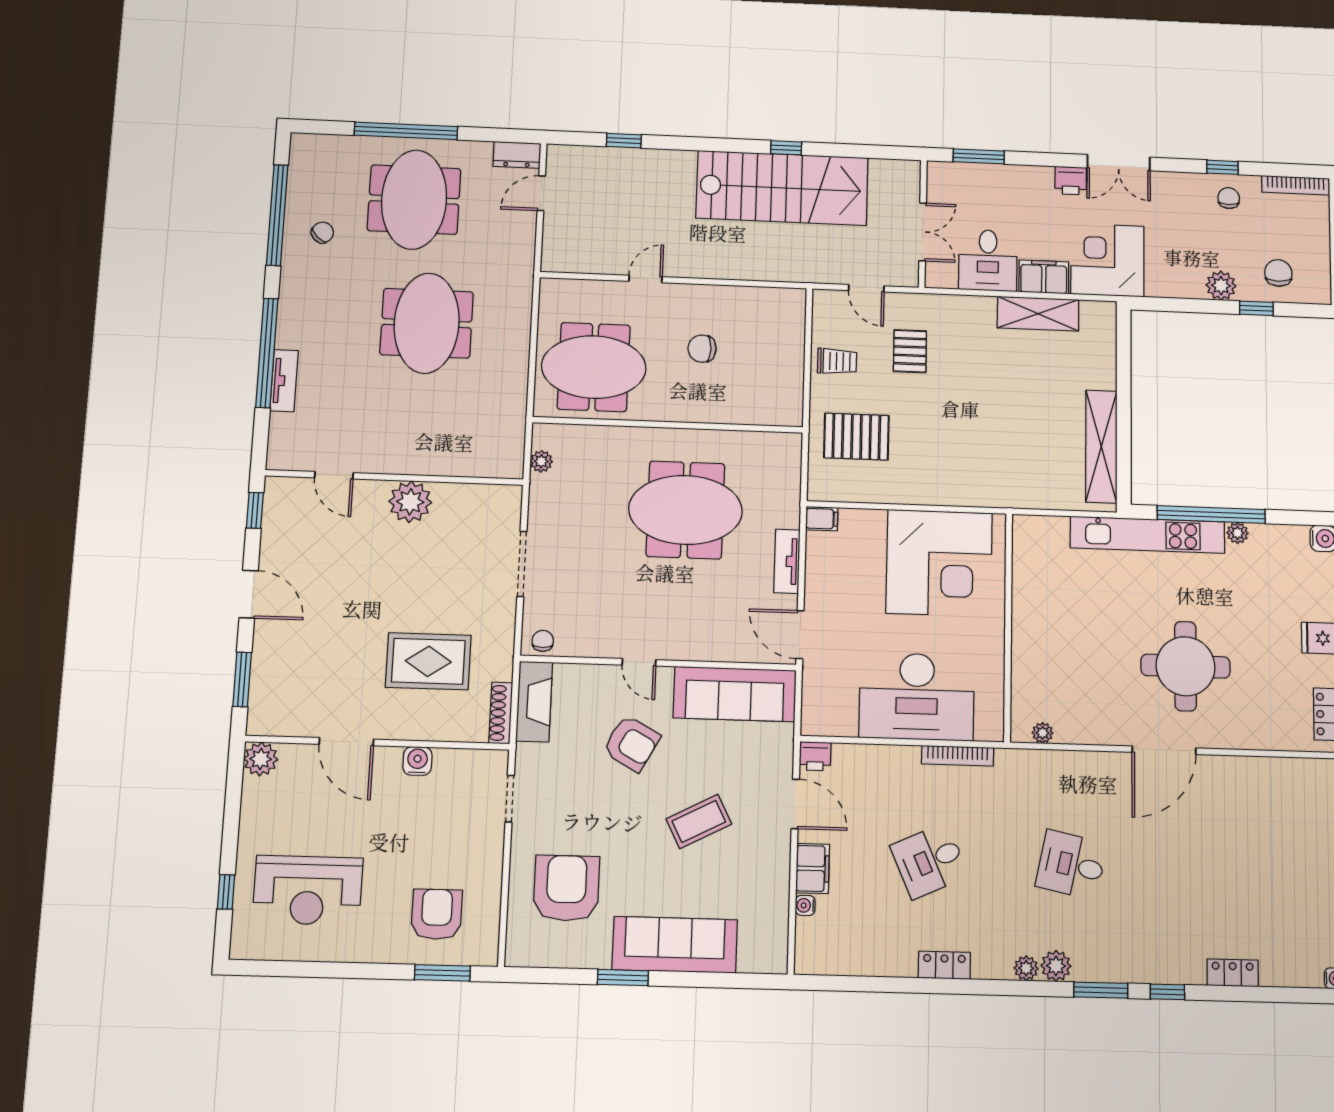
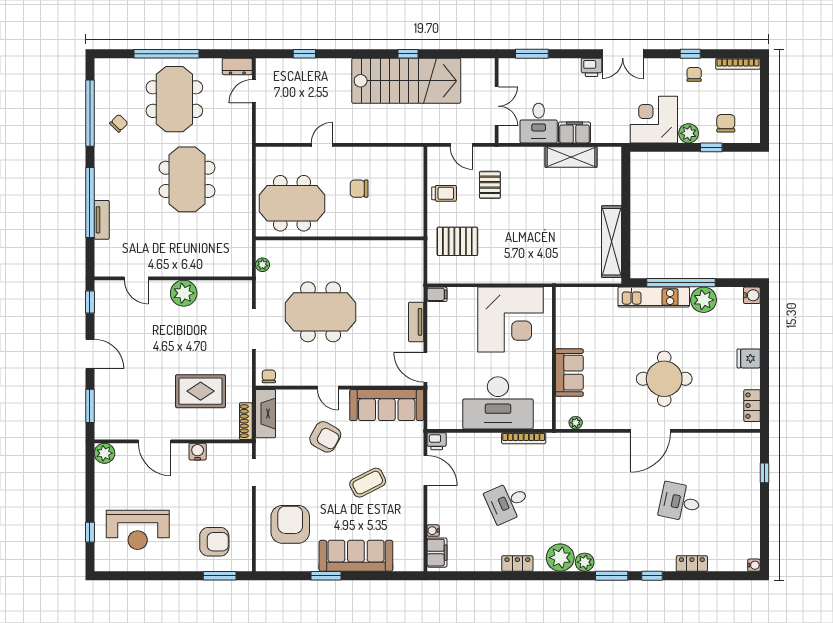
corner desk: (1107, 260) -> (654, 120), moved
meeting table: (685, 510) -> (321, 312), moved
plant: (1237, 533) -> (704, 300), width x1.87, depth x1.87
kitchen unit: (1148, 535) -> (654, 297), width x0.73
sofa: (1033, 651) -> (569, 373), added
desk: (1071, 865) -> (680, 502), moved
filing cabinet: (813, 868) -> (437, 553), moved
armchair: (437, 914) -> (214, 542), turned 90
plant: (1026, 968) -> (560, 558), width x1.88, depth x1.88

